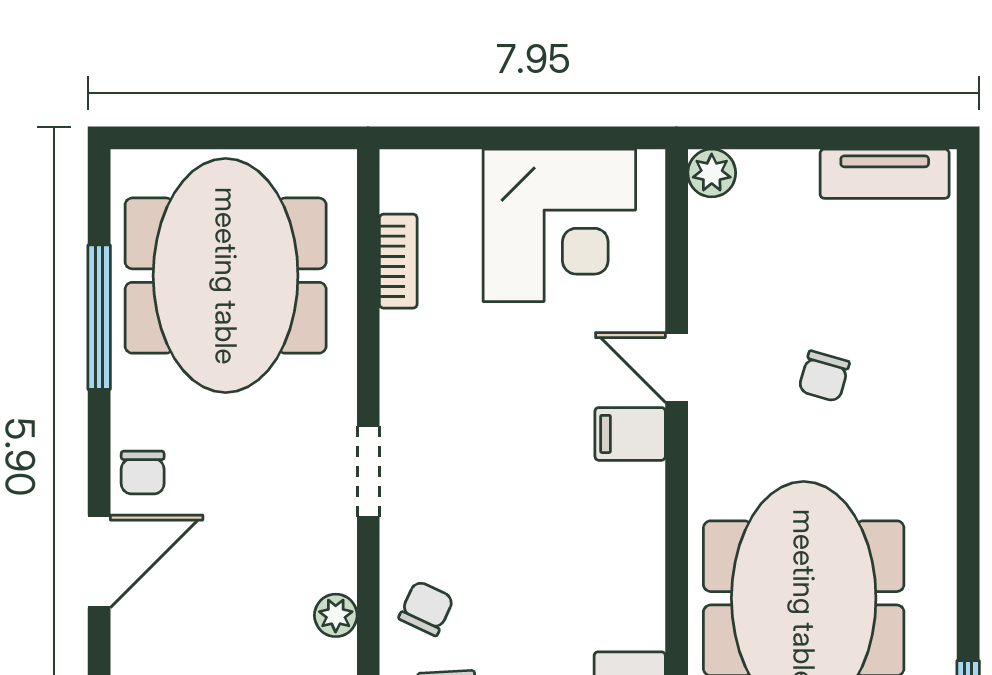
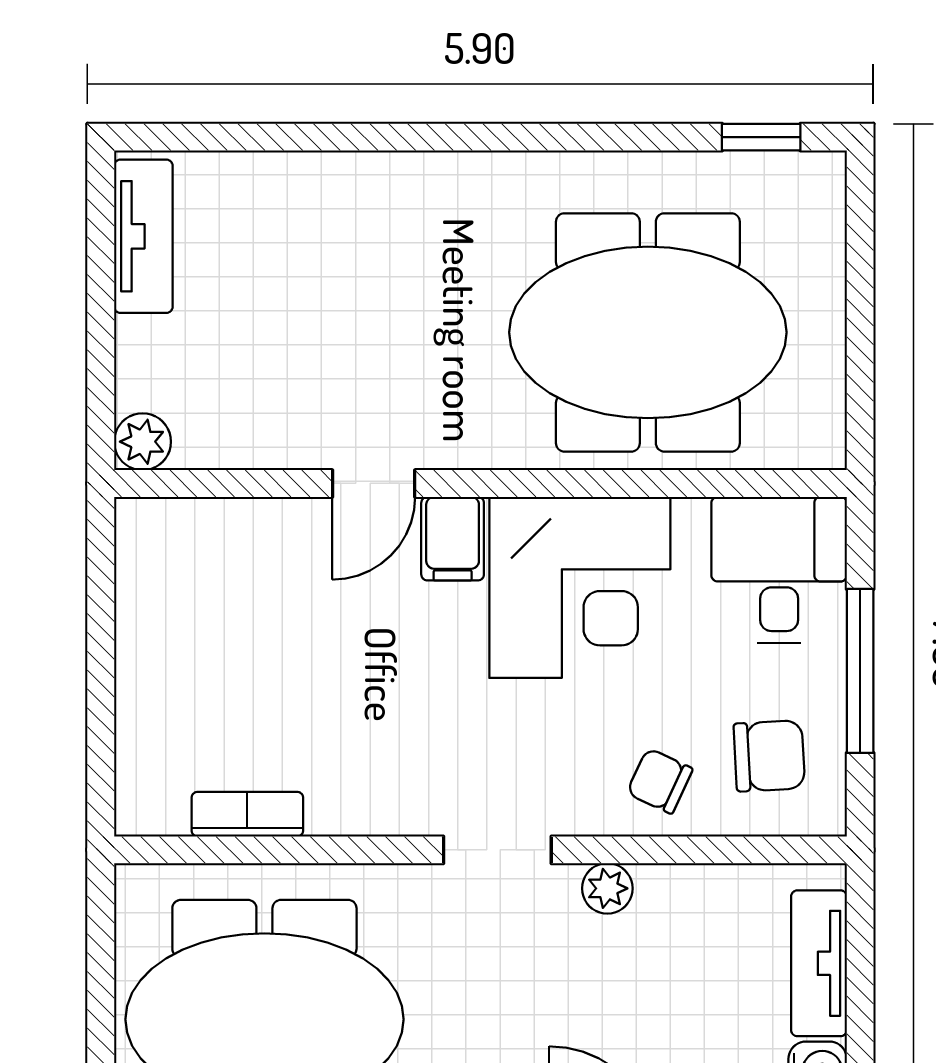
corner desk: (559, 225) -> (580, 587), moved, turned 90
chair: (824, 376) -> (384, 308), removed
plant: (336, 615) -> (607, 888), moved

